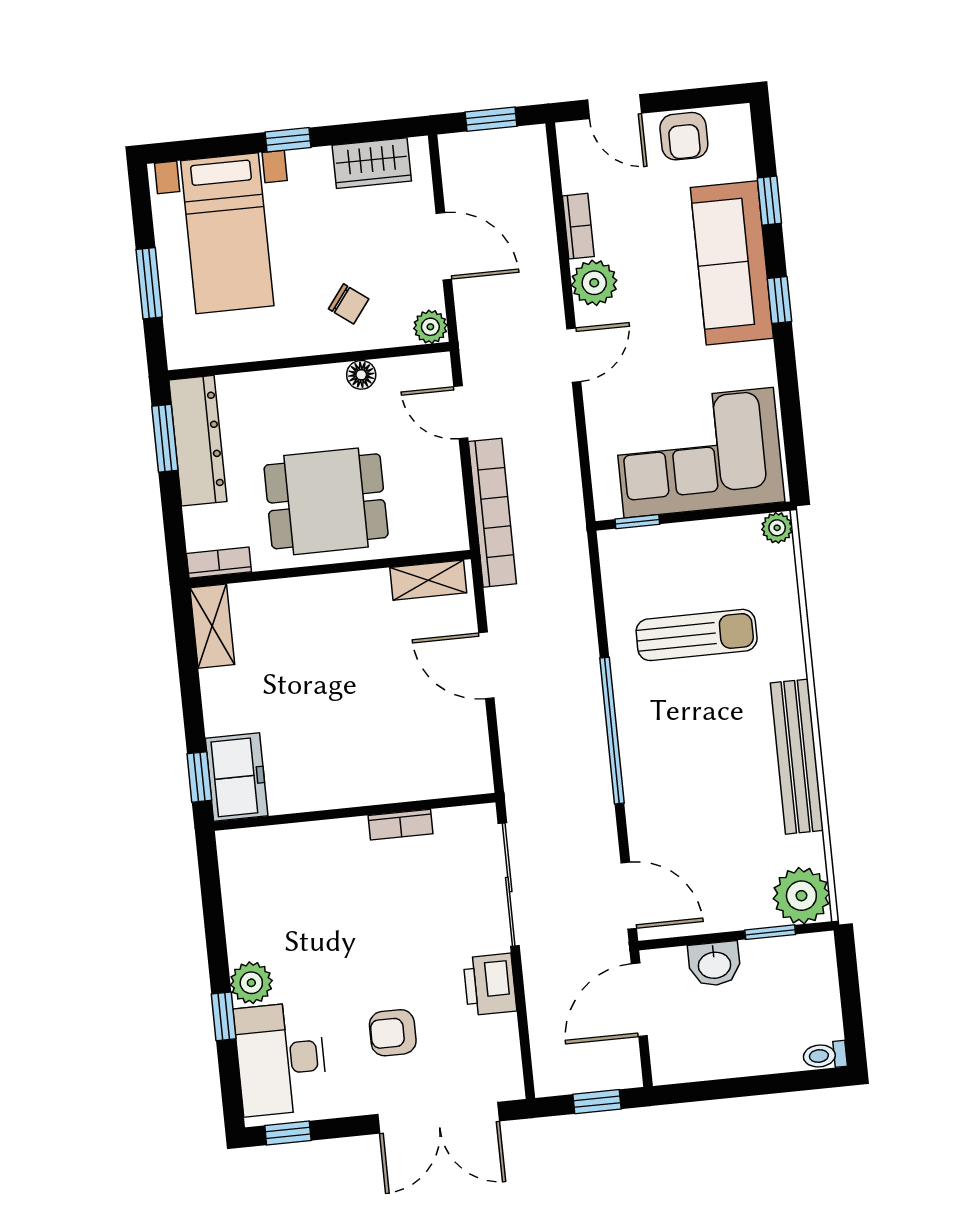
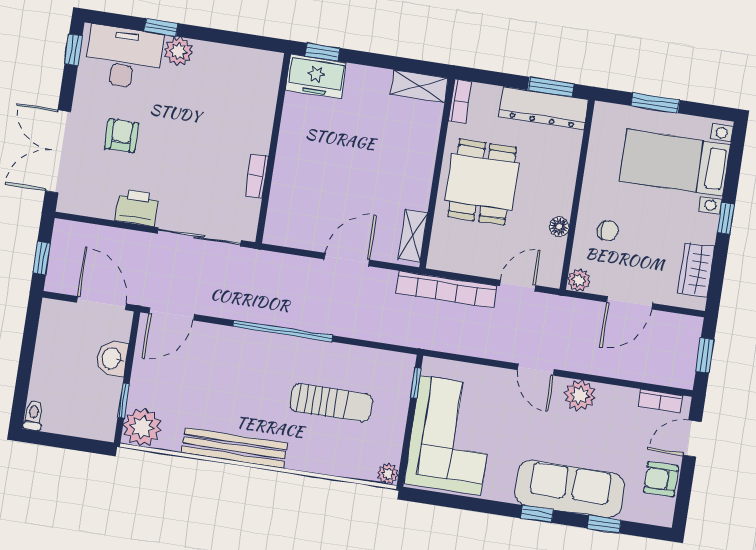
bookcase: (578, 226) -> (661, 401), moved
chair: (349, 304) -> (608, 230), turned -127
sun lounger: (697, 635) -> (331, 403), turned -90

